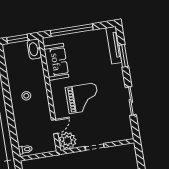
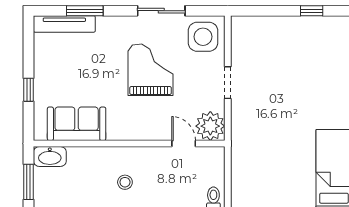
window: (72, 30) -> (28, 90), width x0.32
grand piano: (83, 98) -> (151, 70), moved
side table: (119, 128) -> (203, 37), added

